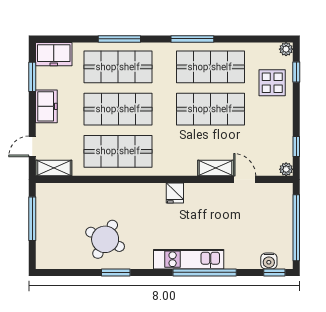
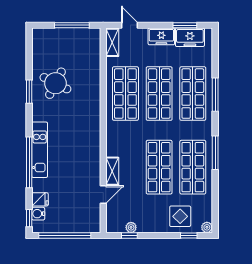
freezer: (54, 54) -> (190, 37), moved, turned -90
plant: (286, 169) -> (131, 227), moved
fridge: (175, 193) -> (40, 199), moved, turned 180

